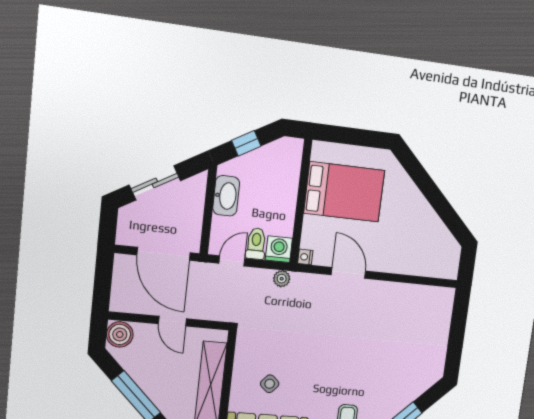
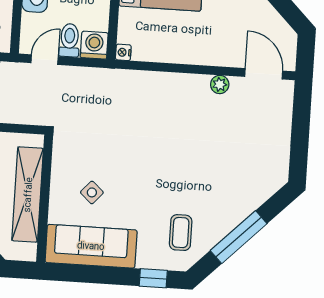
door: (348, 273) -> (264, 74), moved
plant: (282, 279) -> (220, 85), moved

